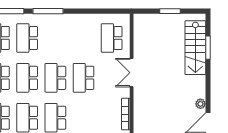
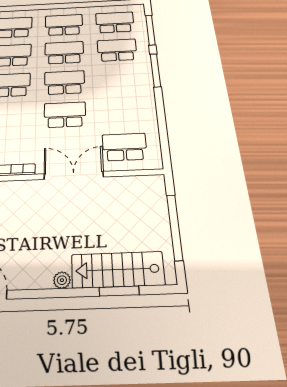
window: (170, 11) -> (175, 227), width x2.11
double door: (132, 73) -> (74, 175), width x1.37
plant: (200, 104) -> (62, 280), moved

